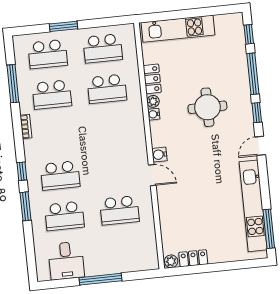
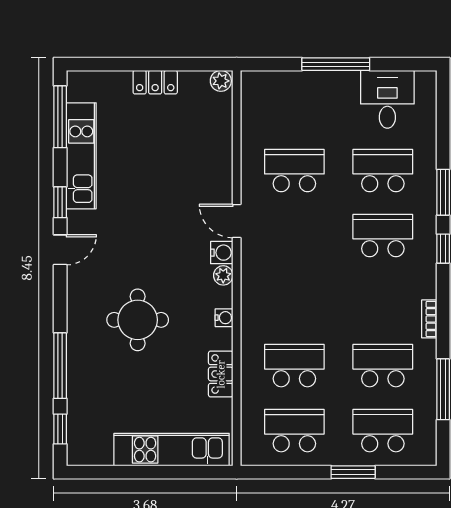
plant: (153, 101) -> (223, 275), moved
window: (257, 113) -> (60, 202), moved
kitchen unit: (253, 206) -> (81, 156), width x0.73
locker: (193, 258) -> (155, 82), moved

